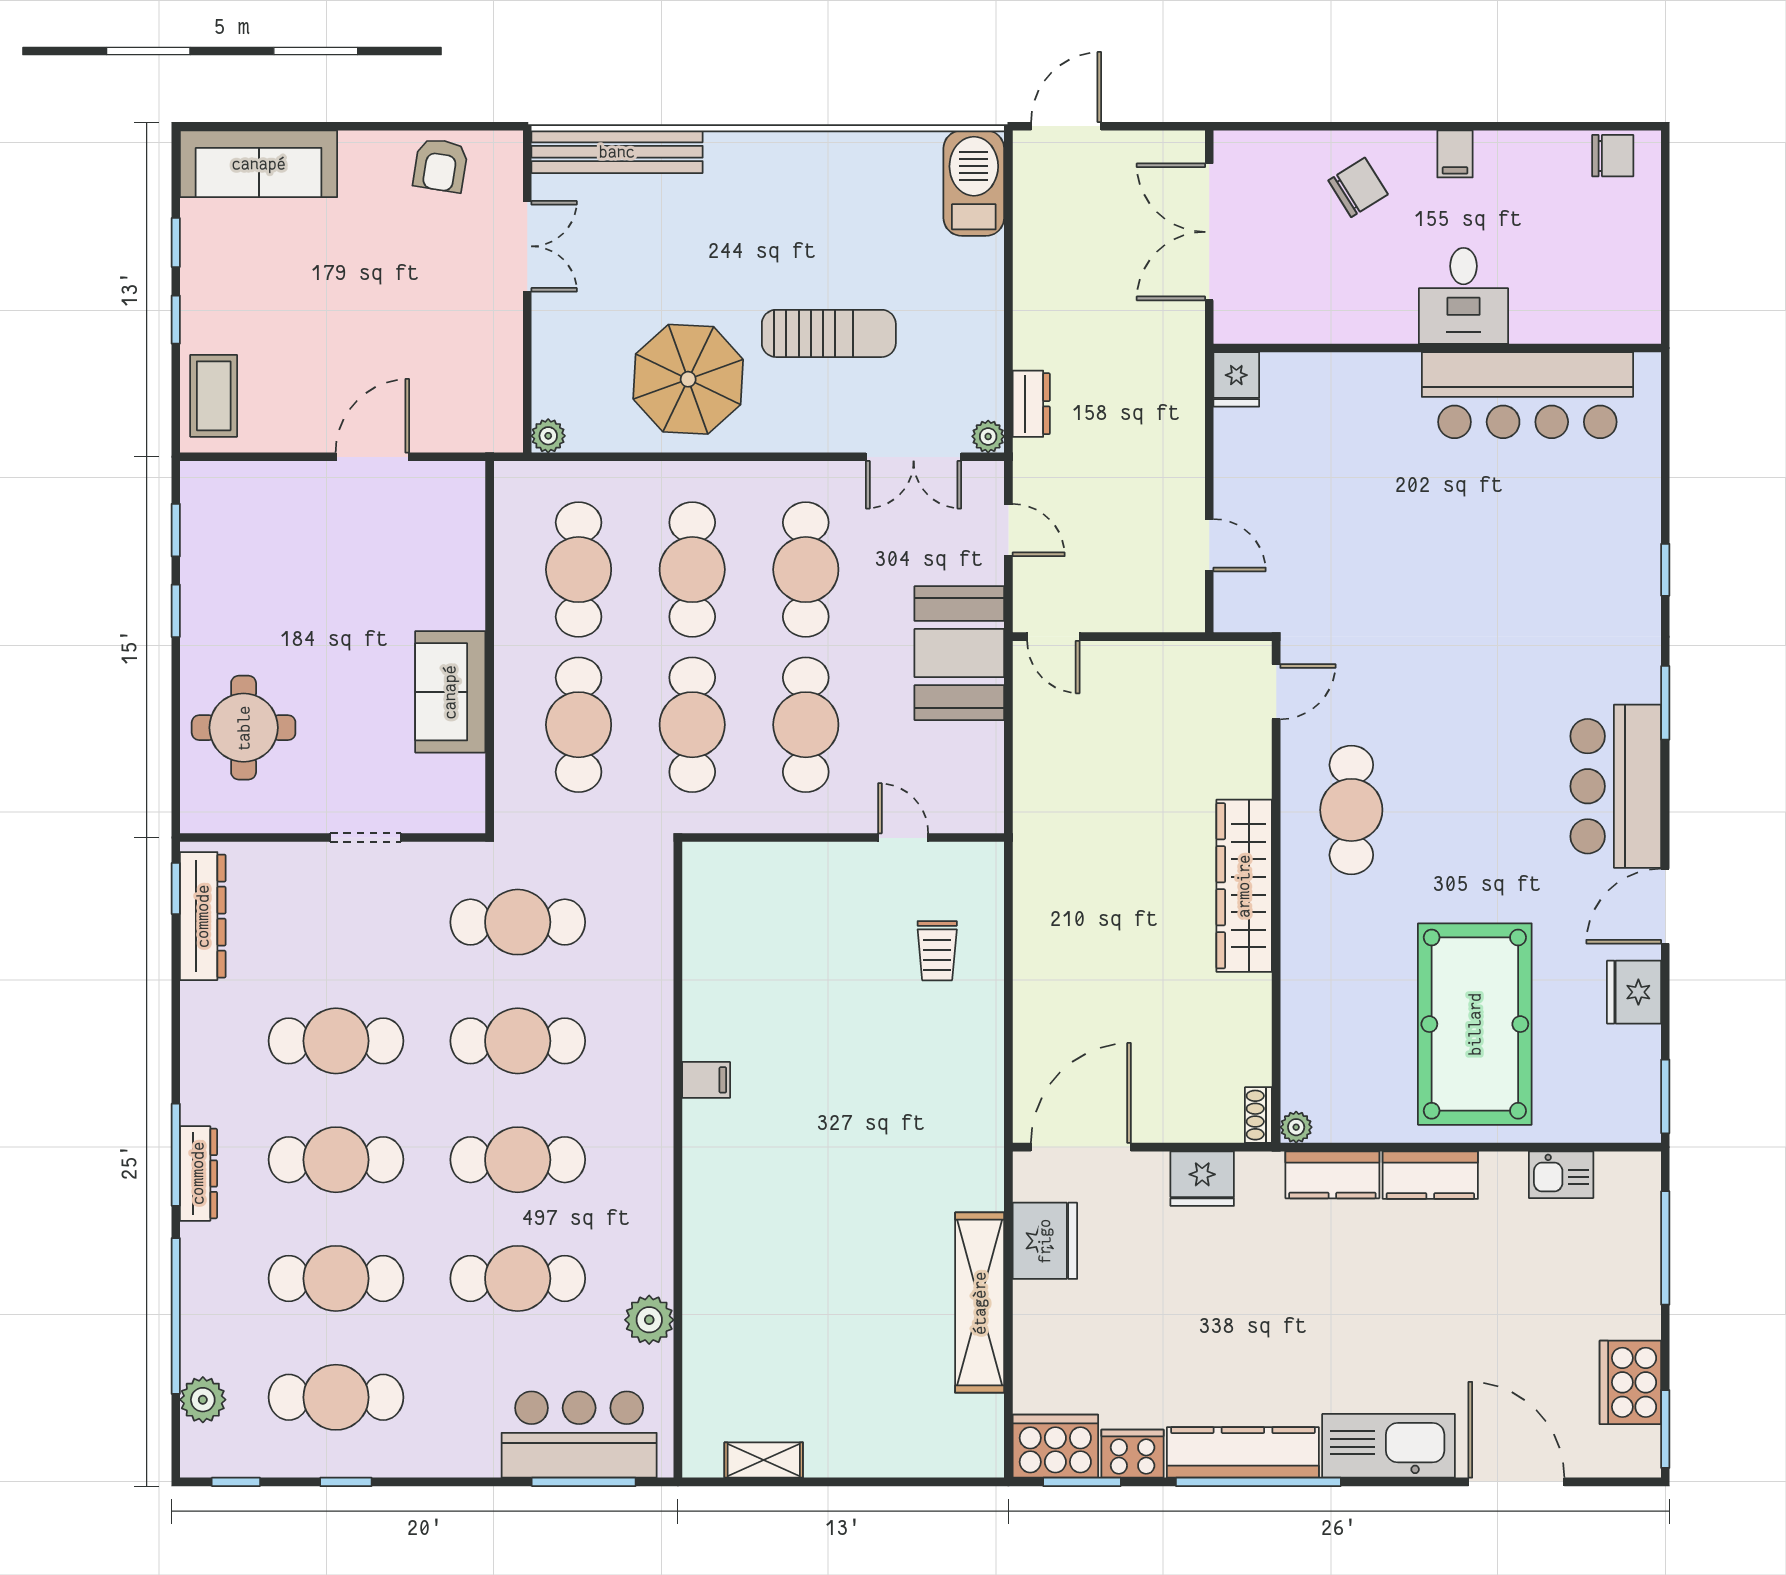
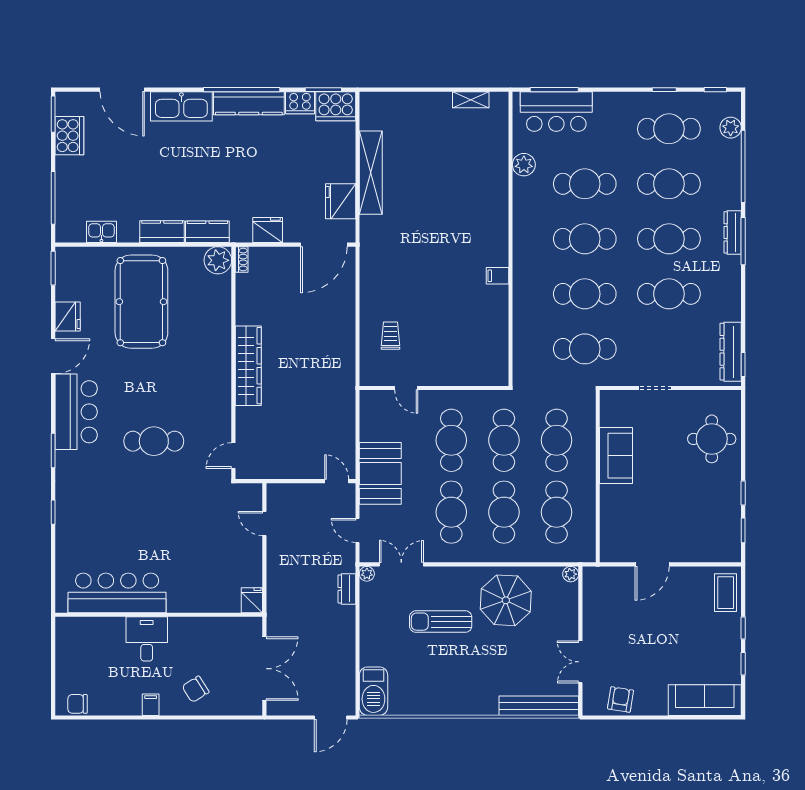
cafe table: (1351, 810) -> (154, 441), moved, turned 90
plant: (1296, 1127) -> (218, 260), width x1.87, depth x1.87

